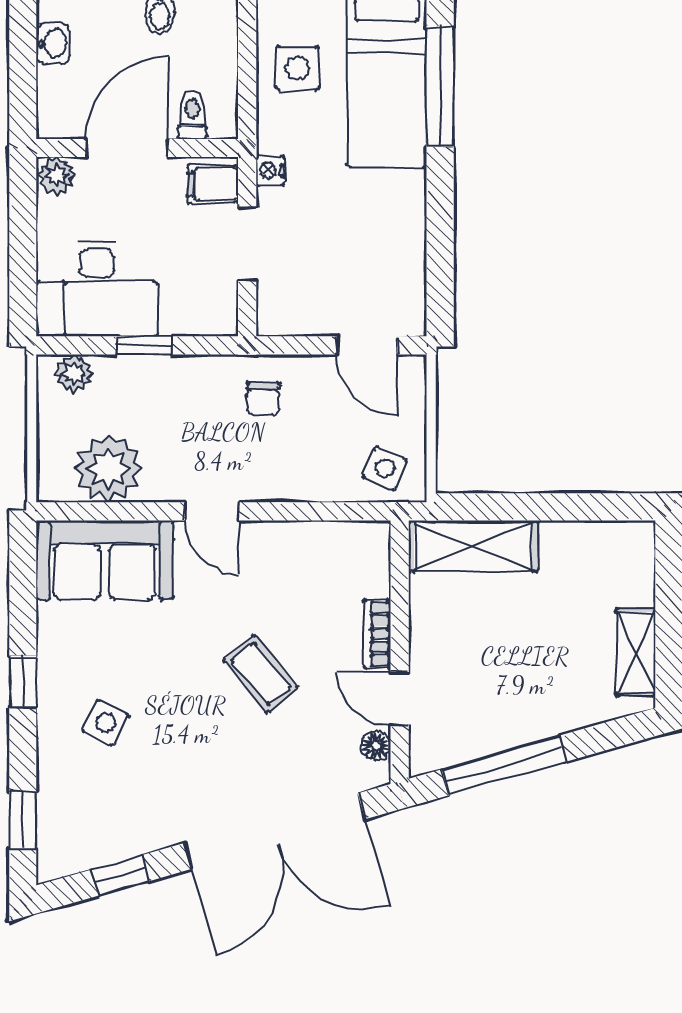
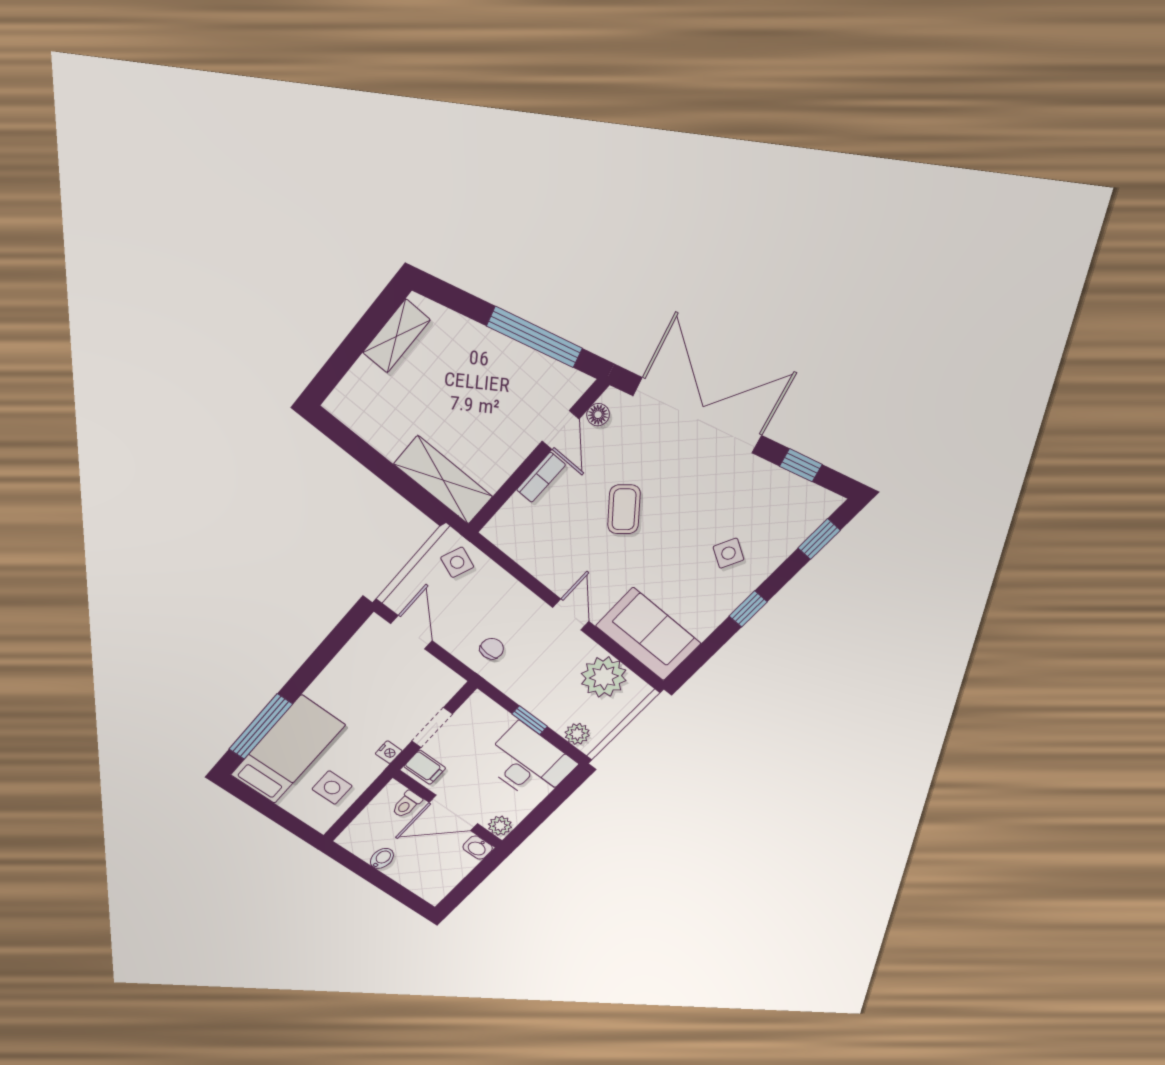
washbasin: (53, 43) -> (478, 848), moved, turned -90

